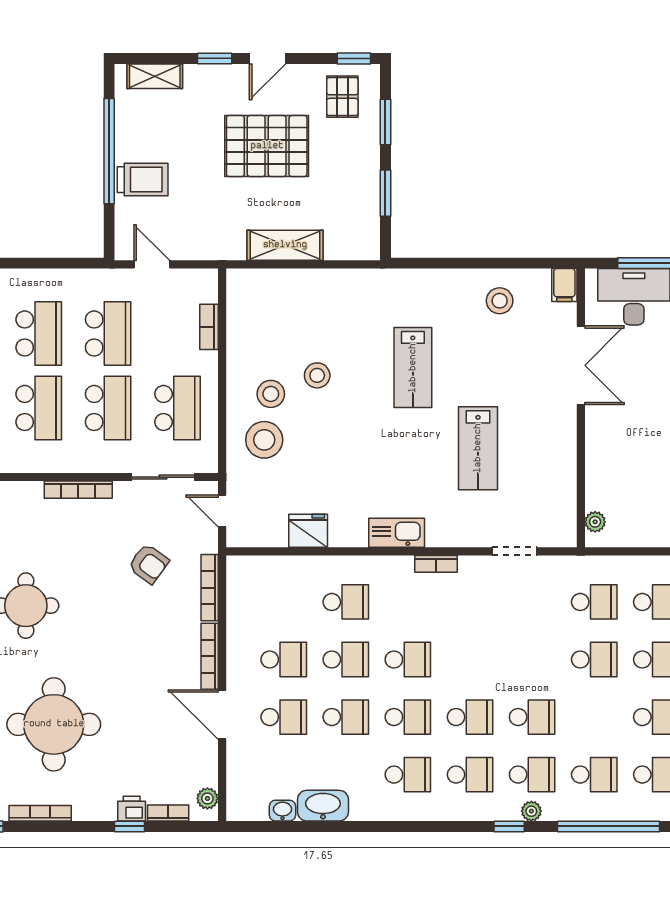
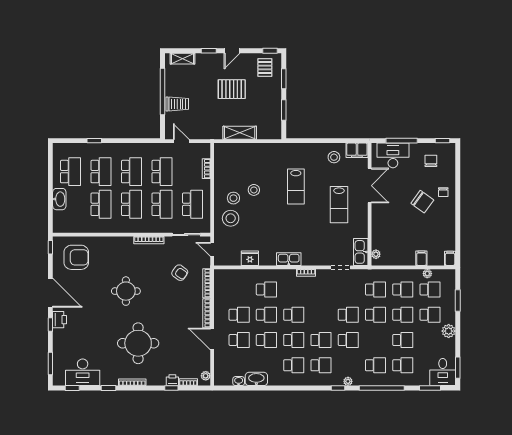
pallet: (267, 146) -> (232, 89), width x0.73, depth x0.71
filing cabinet: (564, 285) -> (357, 150), width x2.00
lab bench: (478, 448) -> (339, 205), moved
kitchen sink: (560, 516) -> (361, 252), added
school desk: (532, 775) -> (348, 315), moved

